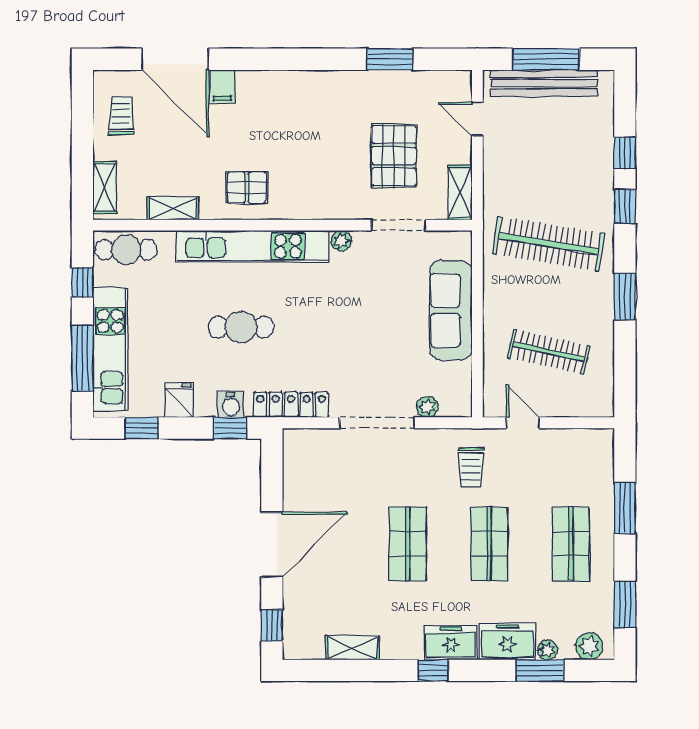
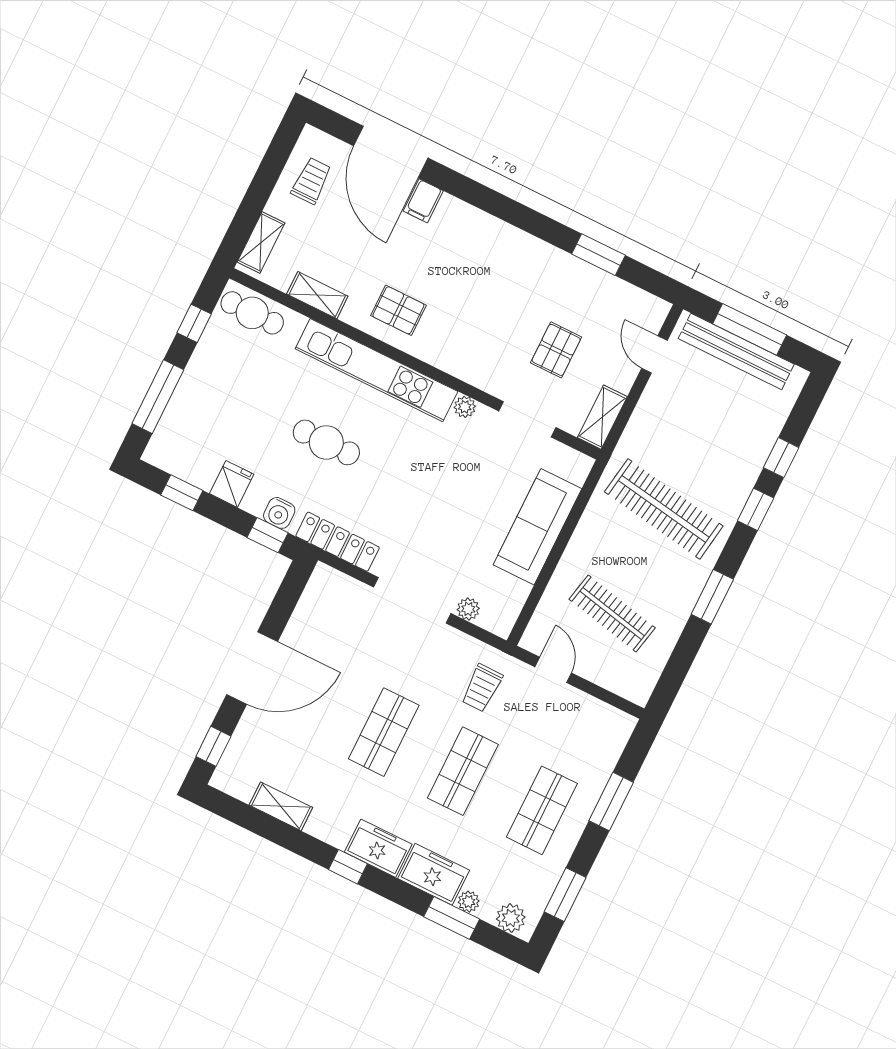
pallet: (394, 156) -> (556, 350), width x0.67, depth x0.71
kitchen unit: (110, 349) -> (189, 402), removed

